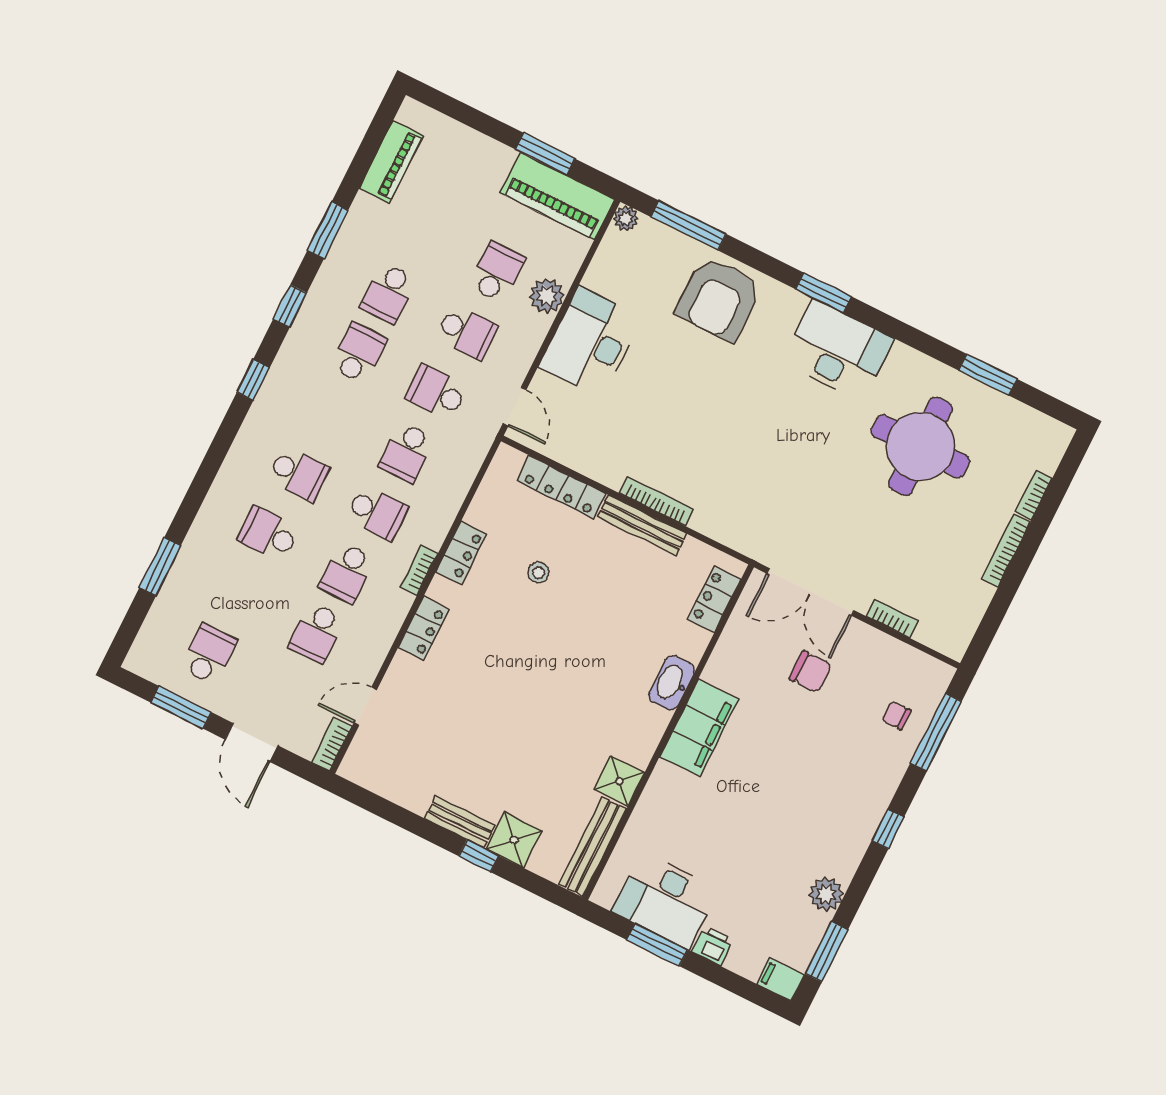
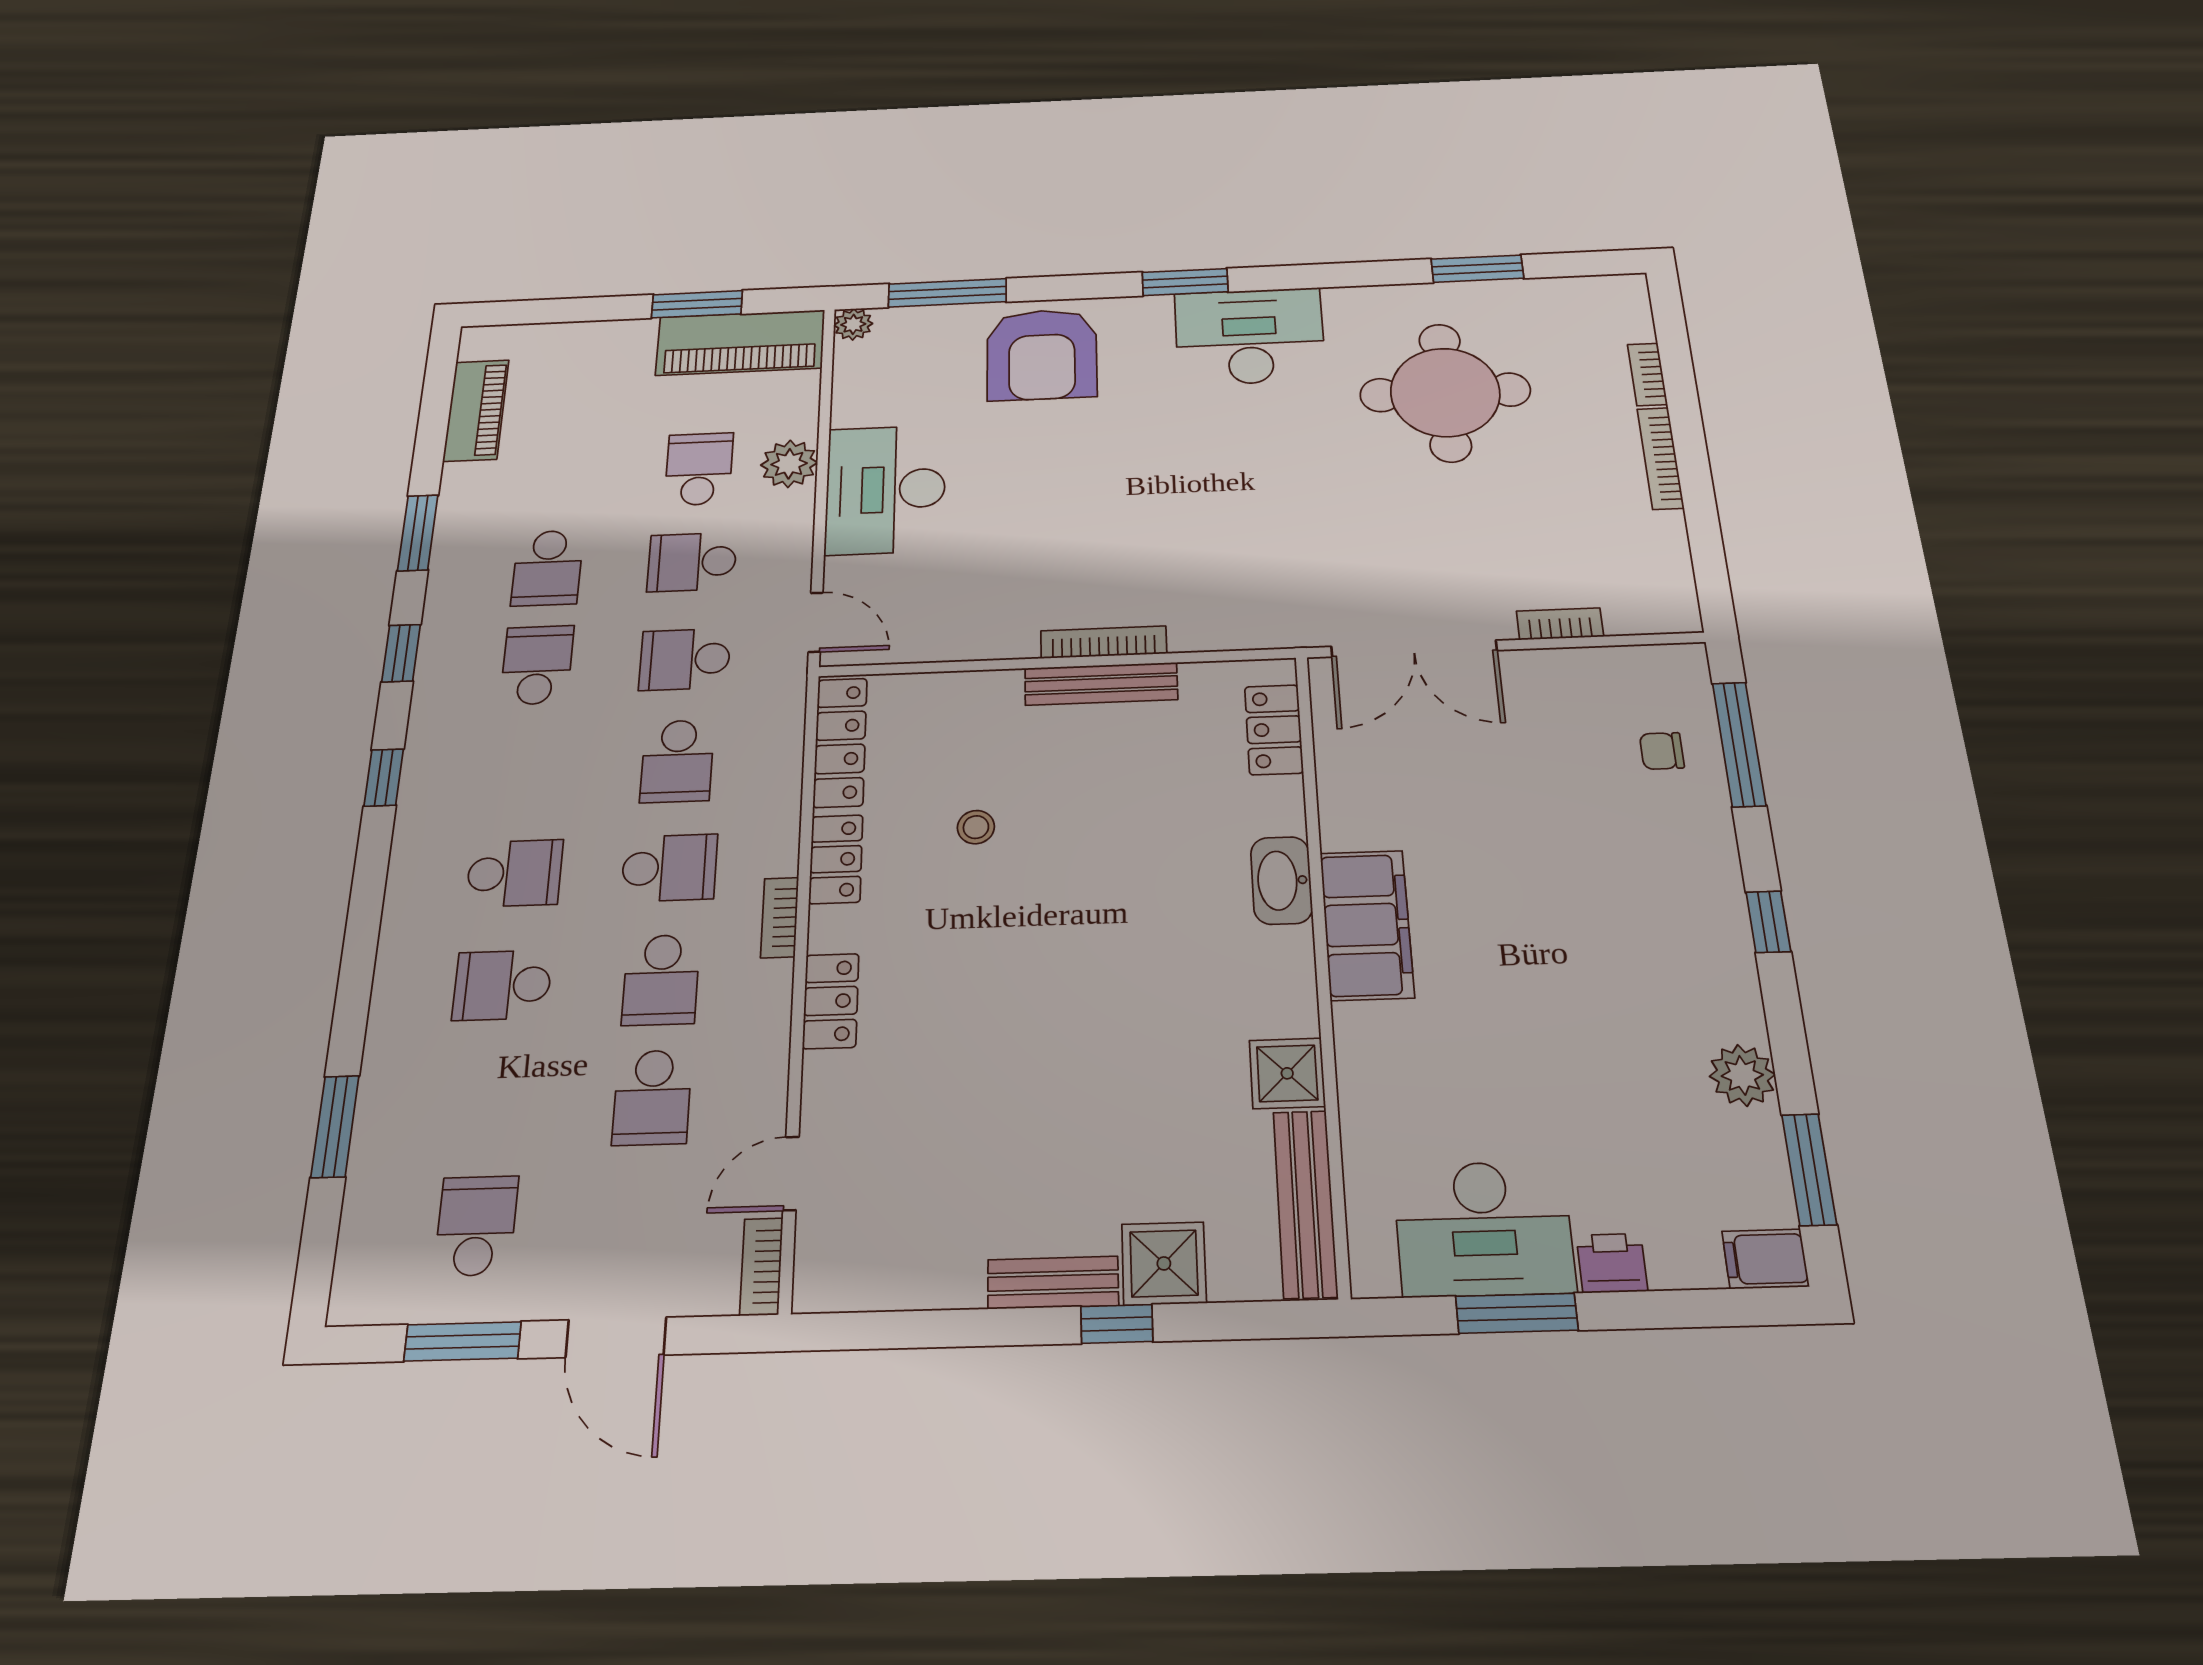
school desk: (467, 332) -> (692, 562), turned 180
locker: (562, 487) -> (840, 742), moved, turned -90
chair: (810, 672) -> (1488, 756), removed

